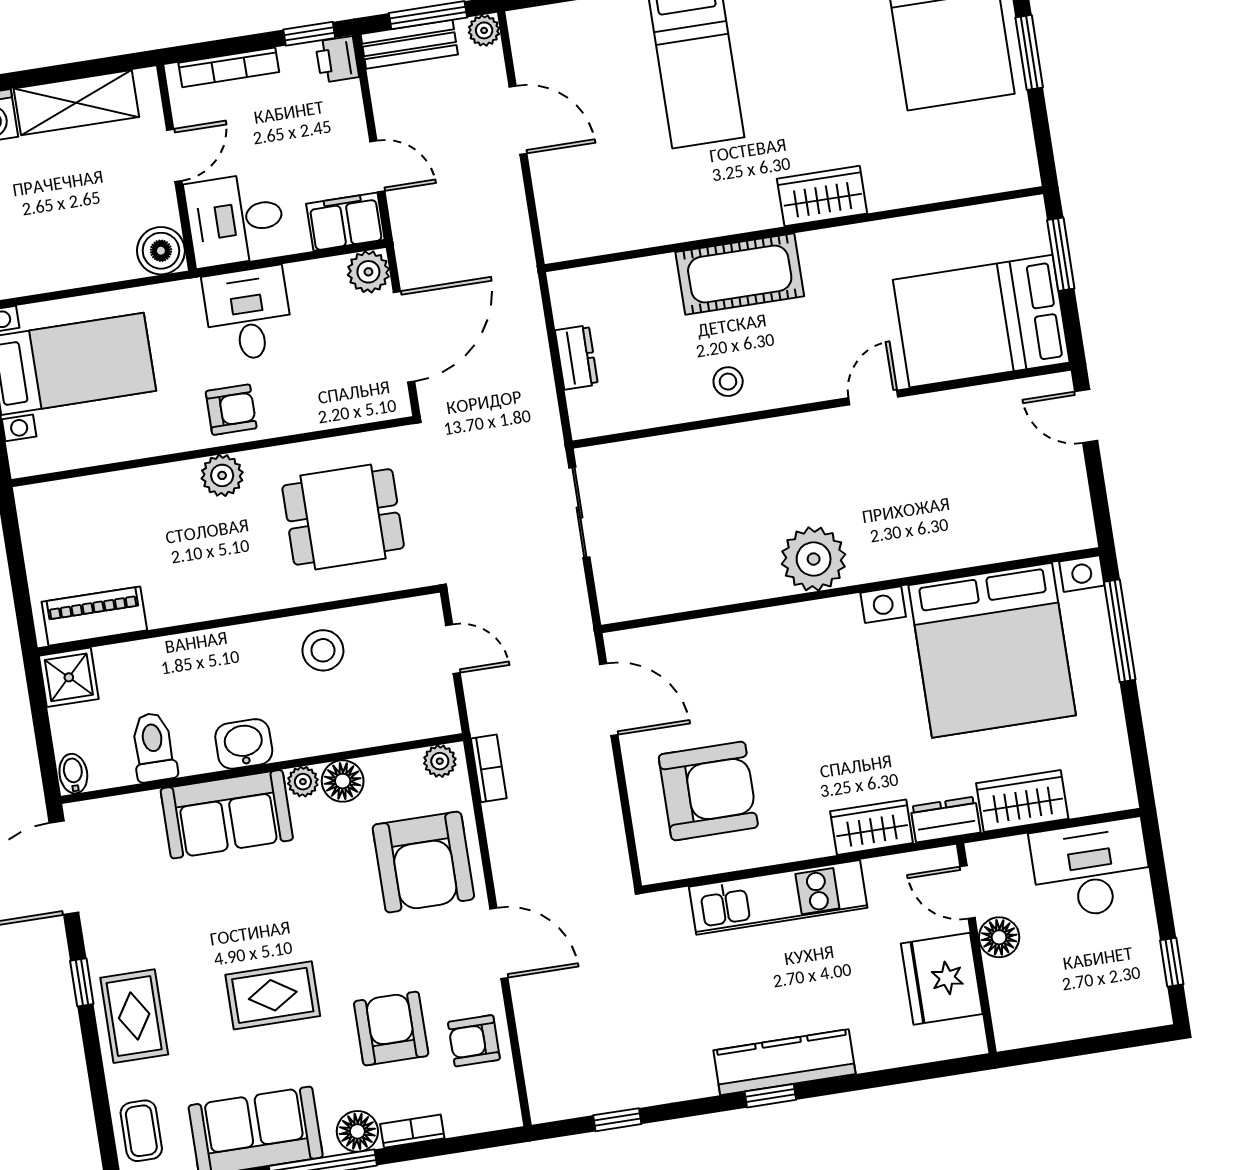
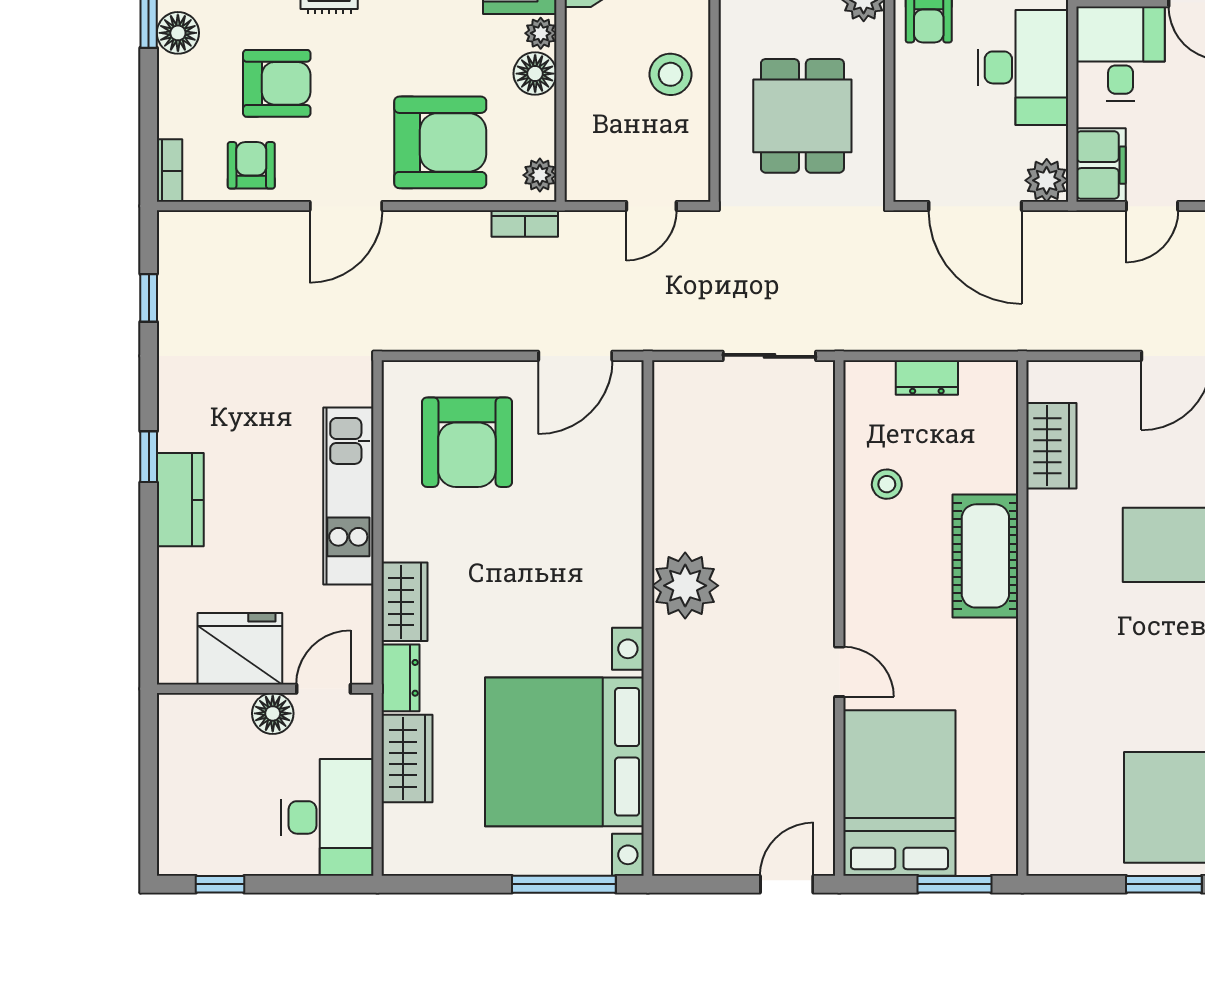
wardrobe: (822, 196) -> (1051, 446), moved
desk: (248, 314) -> (1023, 67), width x1.37
stool: (728, 382) -> (887, 484), moved
armchair: (423, 862) -> (440, 142), turned 180
kitchen counter: (784, 1062) -> (180, 500), width x0.67
bookcase: (412, 1131) -> (170, 171), moved

